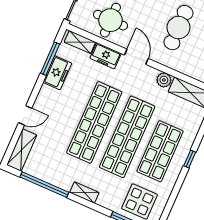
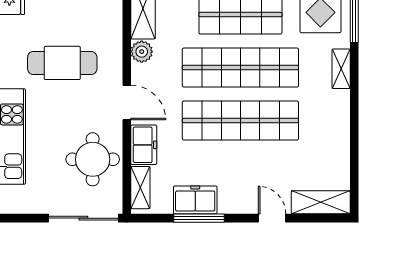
door: (136, 57) -> (127, 103), swing flipped
window: (50, 59) -> (199, 218), moved
window: (44, 185) -> (354, 151), removed
shelving: (84, 193) -> (341, 69), moved

